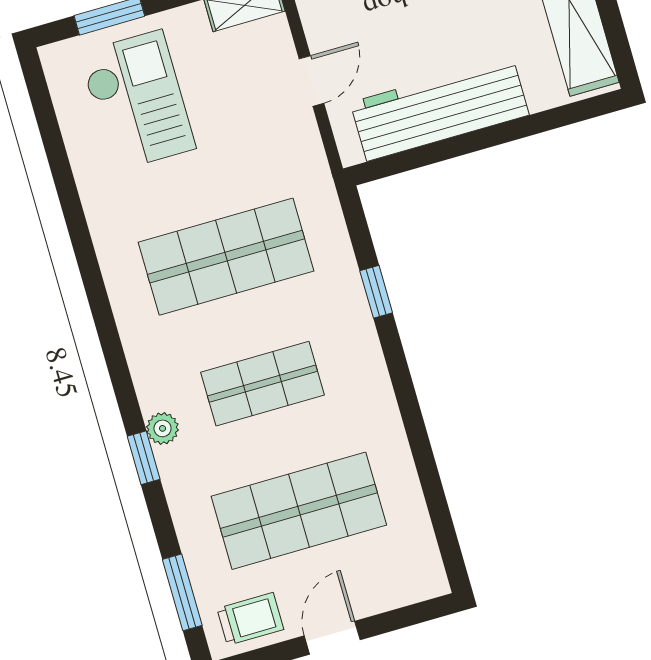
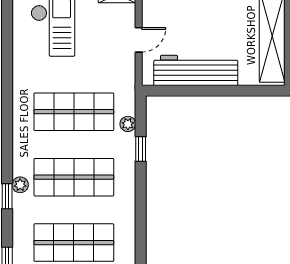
plant: (338, 250) -> (128, 124), added
shop shelf: (262, 384) -> (74, 177), width x1.43, depth x1.36

